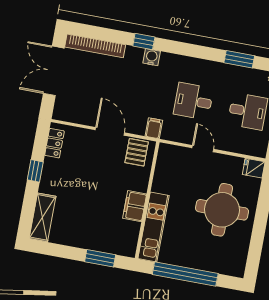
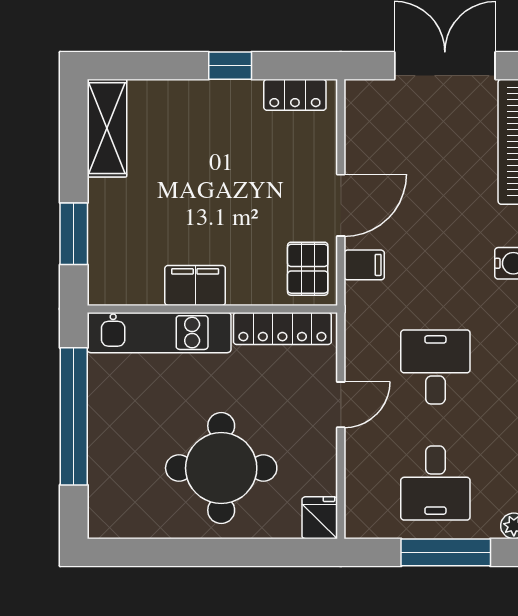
filing cabinet: (154, 128) -> (364, 265), moved
pallet: (137, 152) -> (308, 269), turned 90
locker: (162, 169) -> (282, 328), added
shelving: (43, 217) -> (107, 128), moved, turned 90

